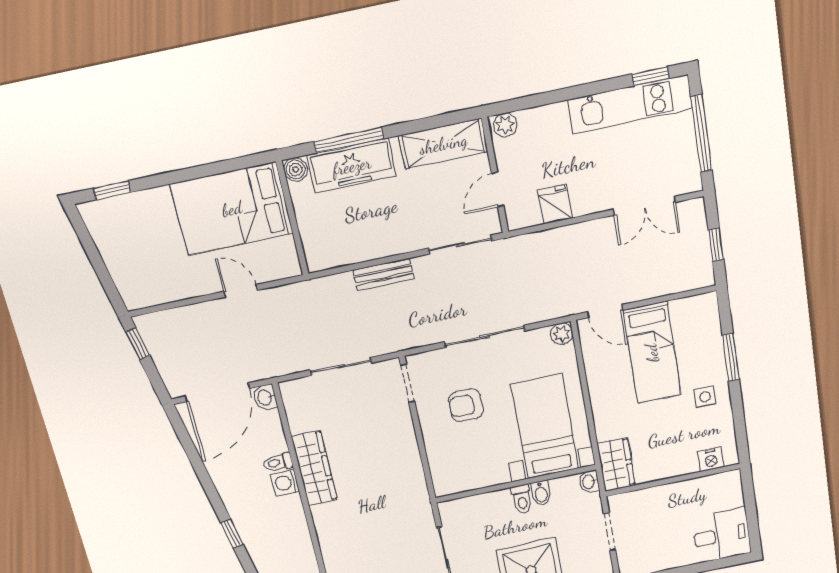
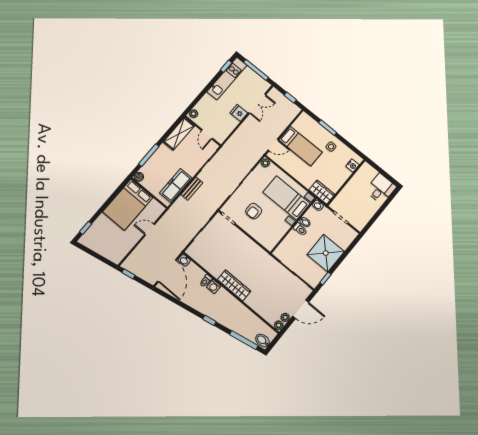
freezer: (352, 166) -> (176, 186), moved, turned 180
fridge: (555, 204) -> (239, 113), moved
wardrobe: (314, 468) -> (234, 285), moved

